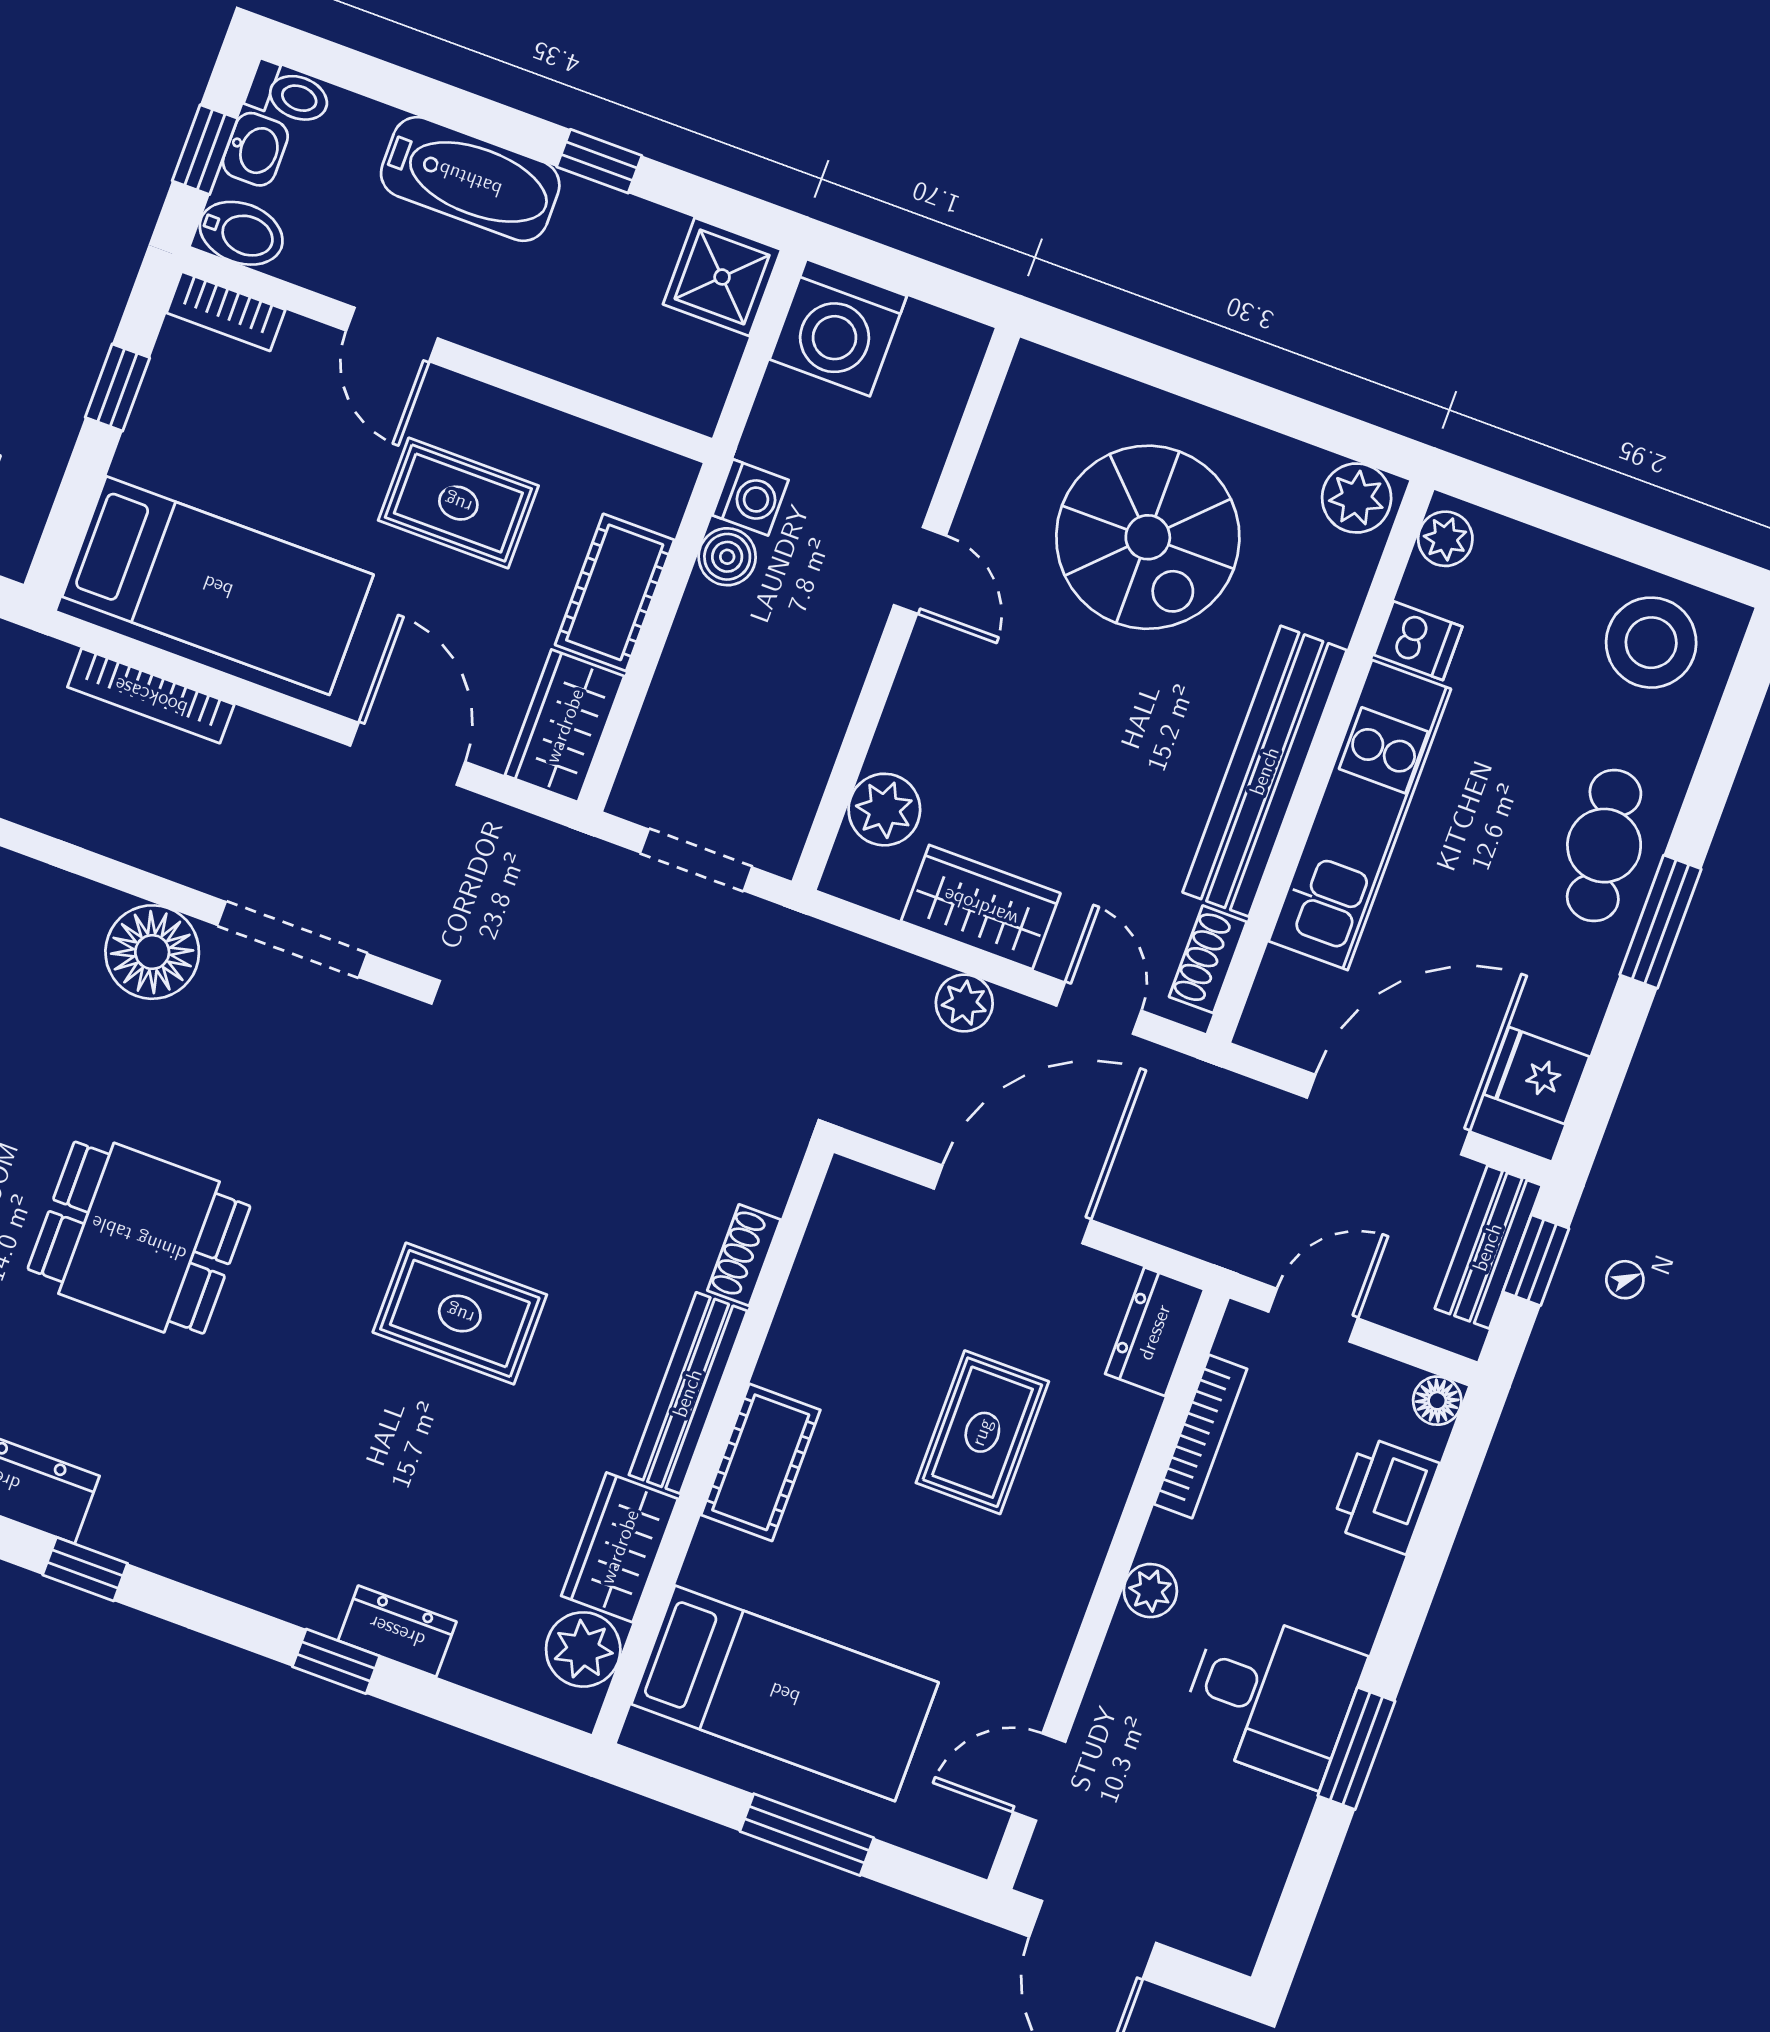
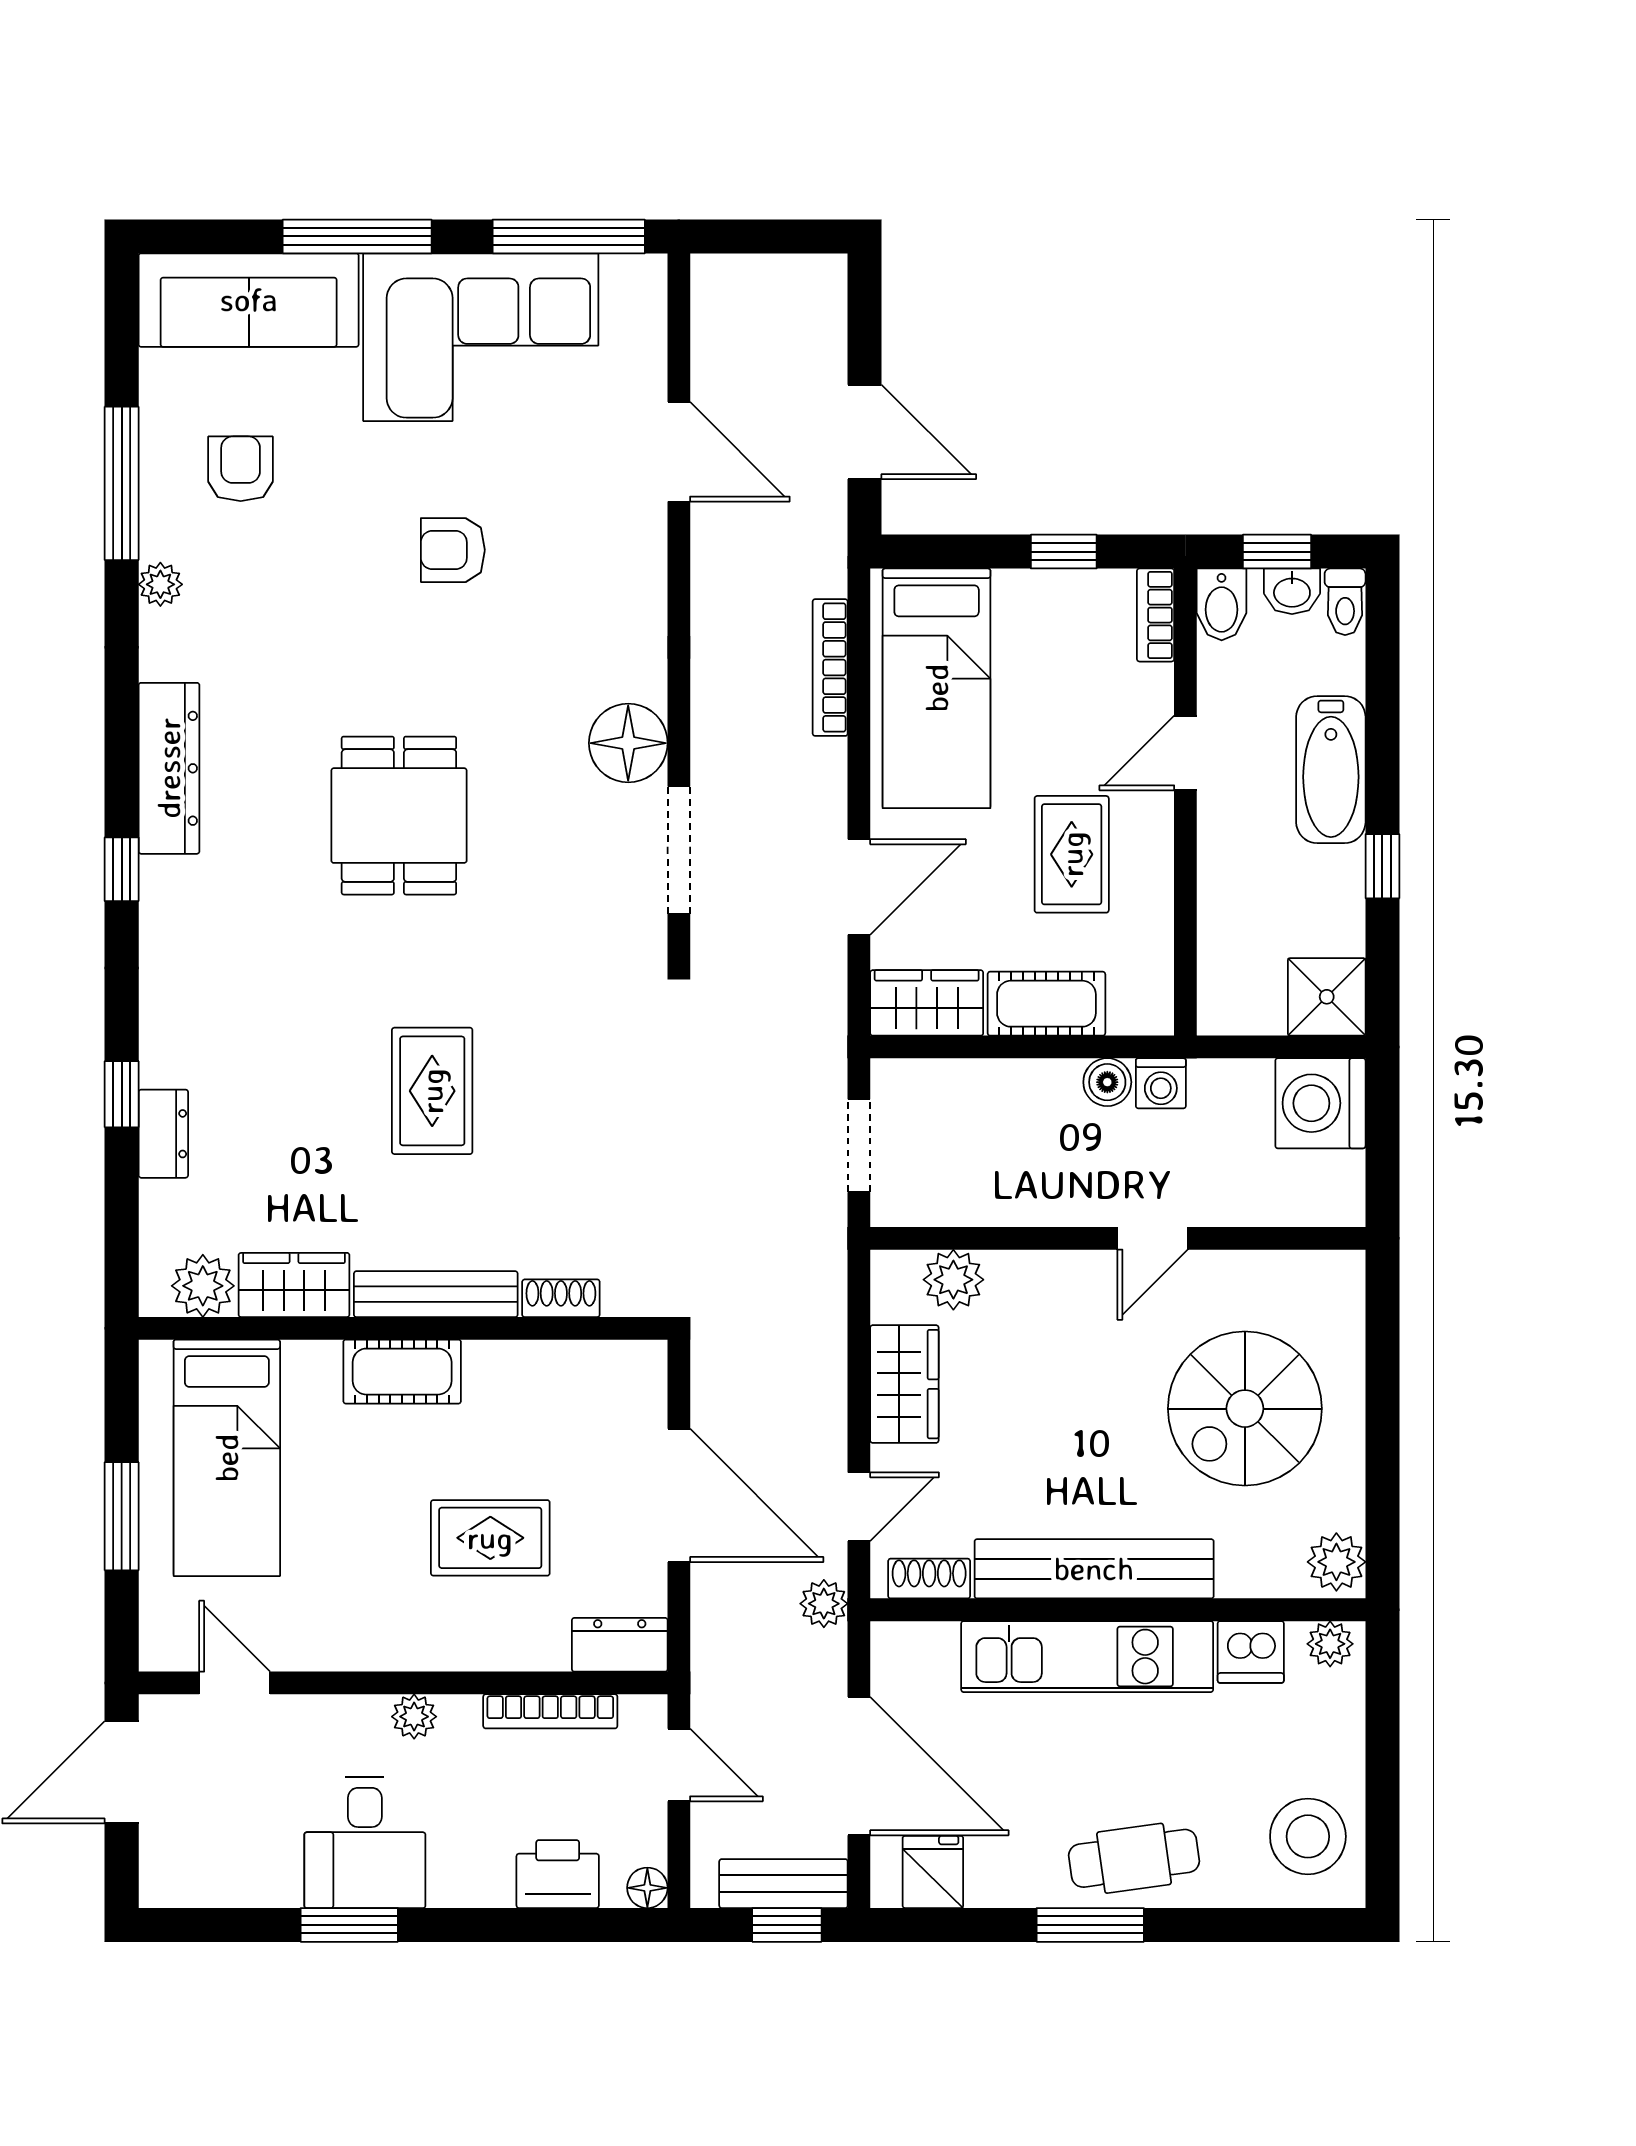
dishwasher: (1418, 641) -> (1251, 1652), width x1.38
plant: (964, 1003) -> (824, 1604), moved

